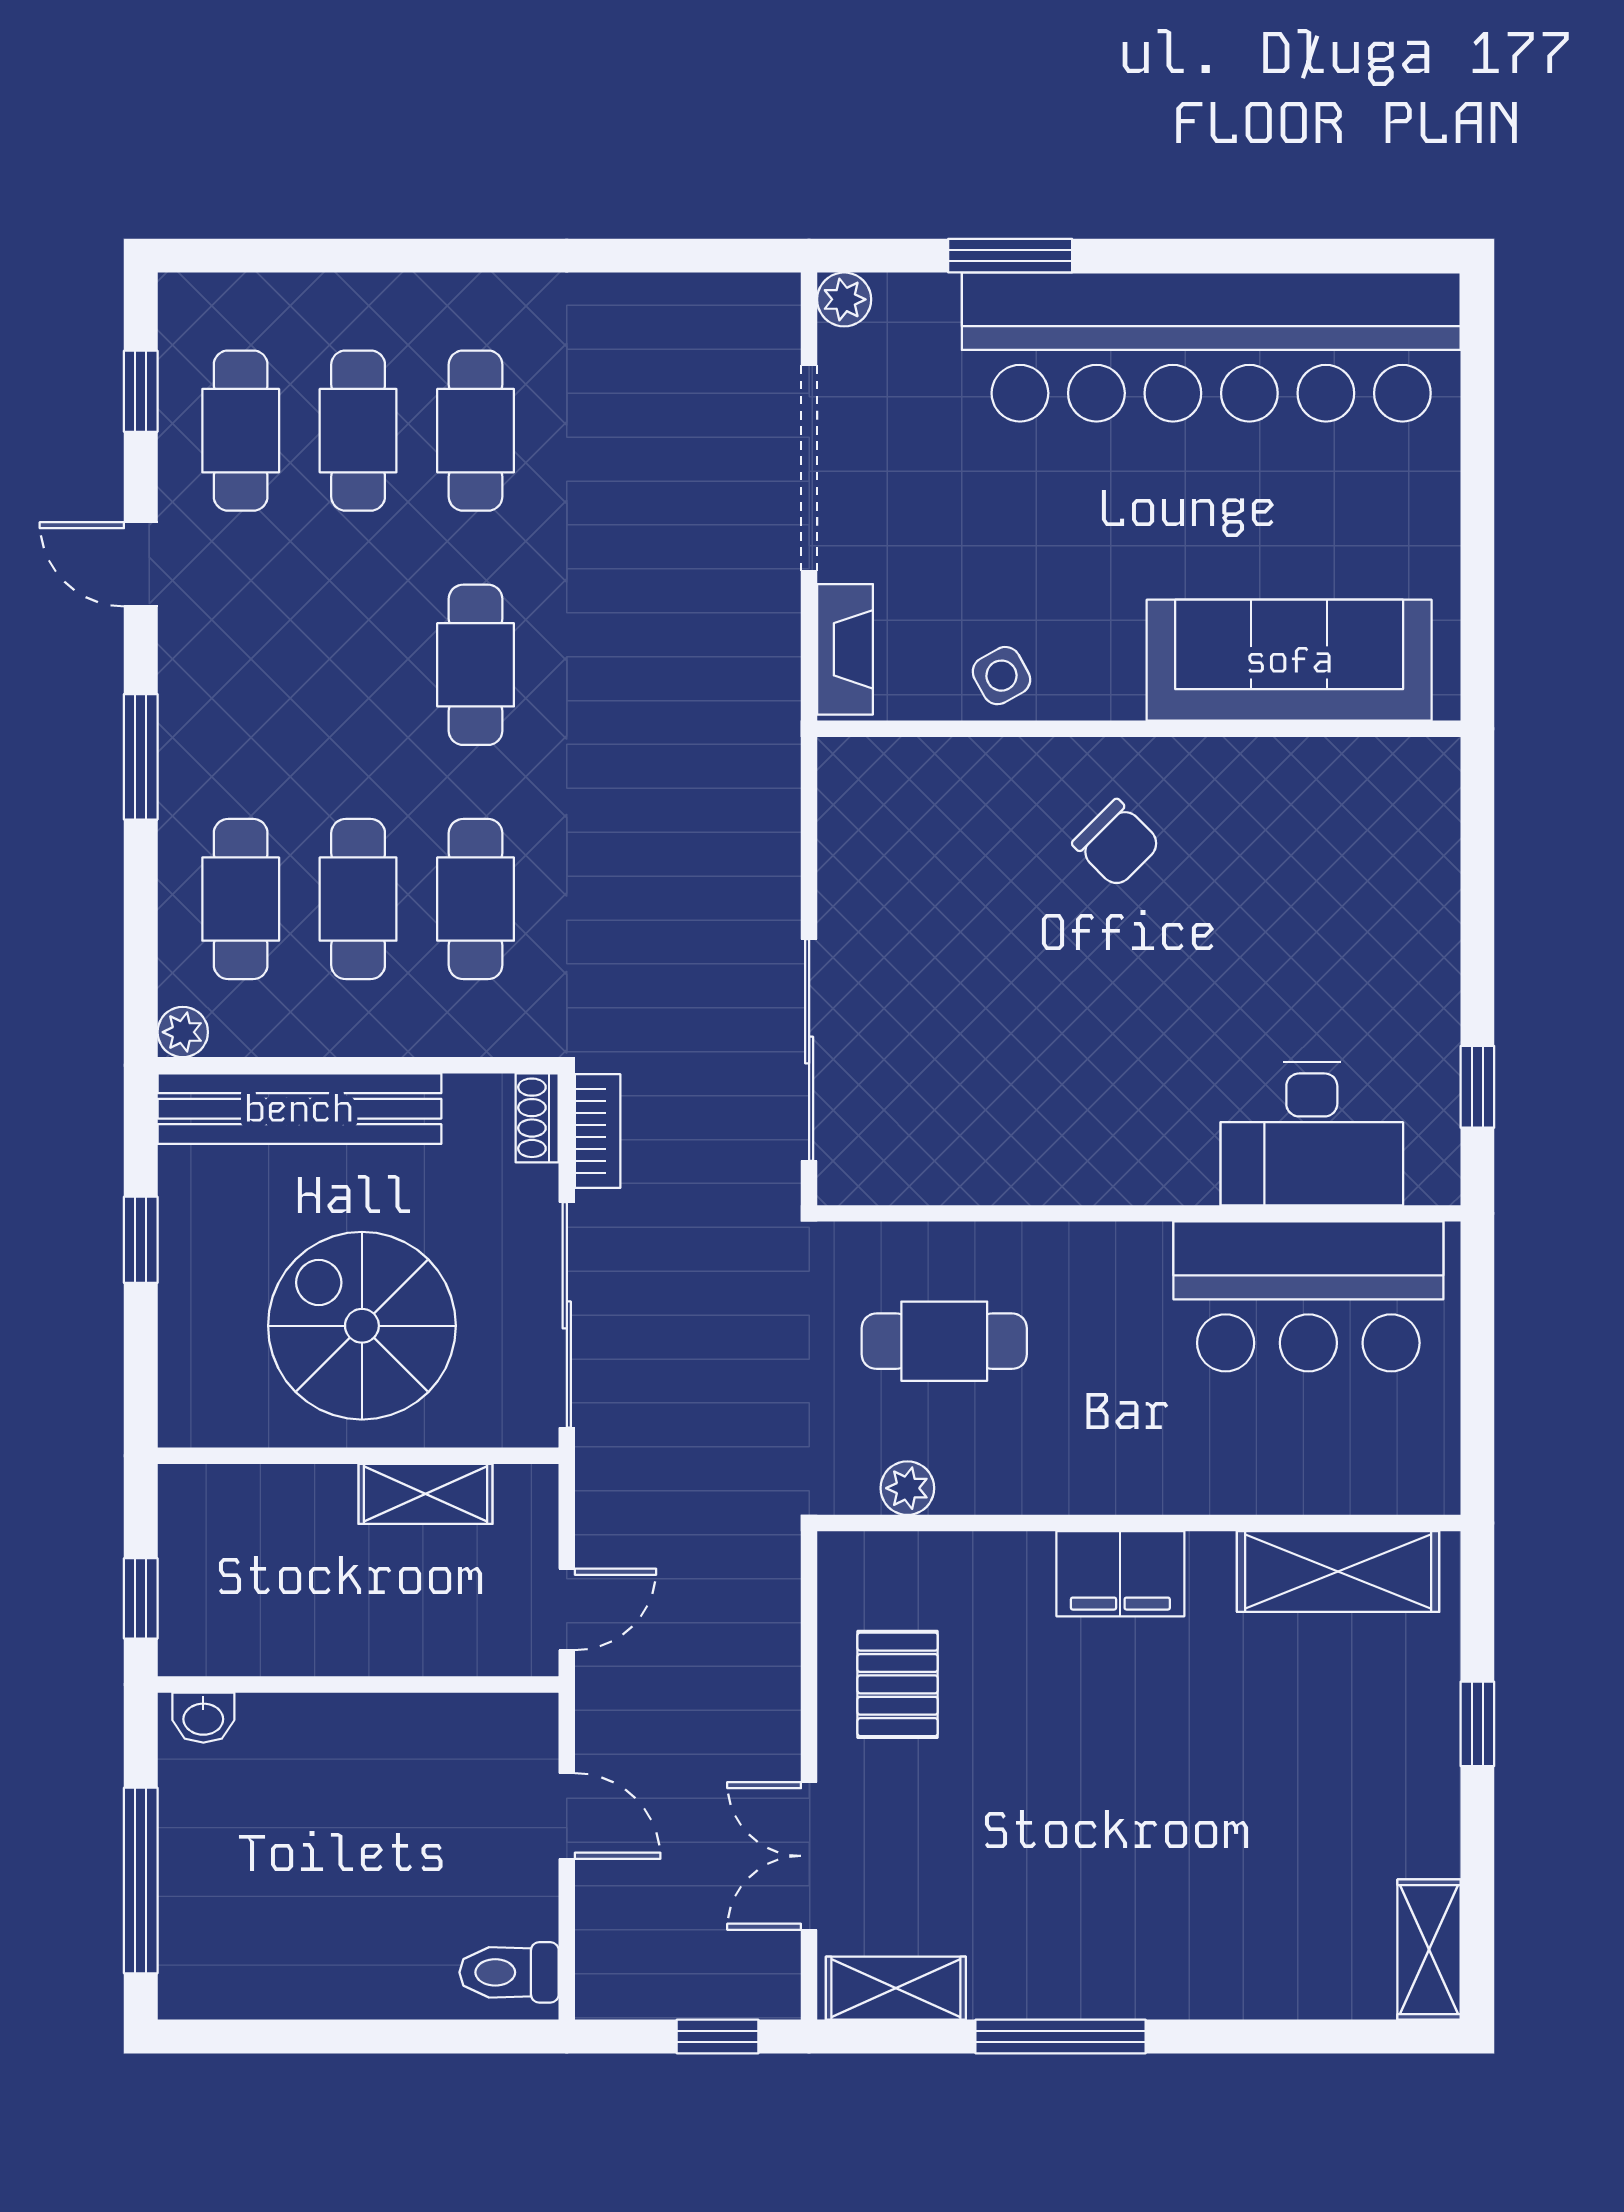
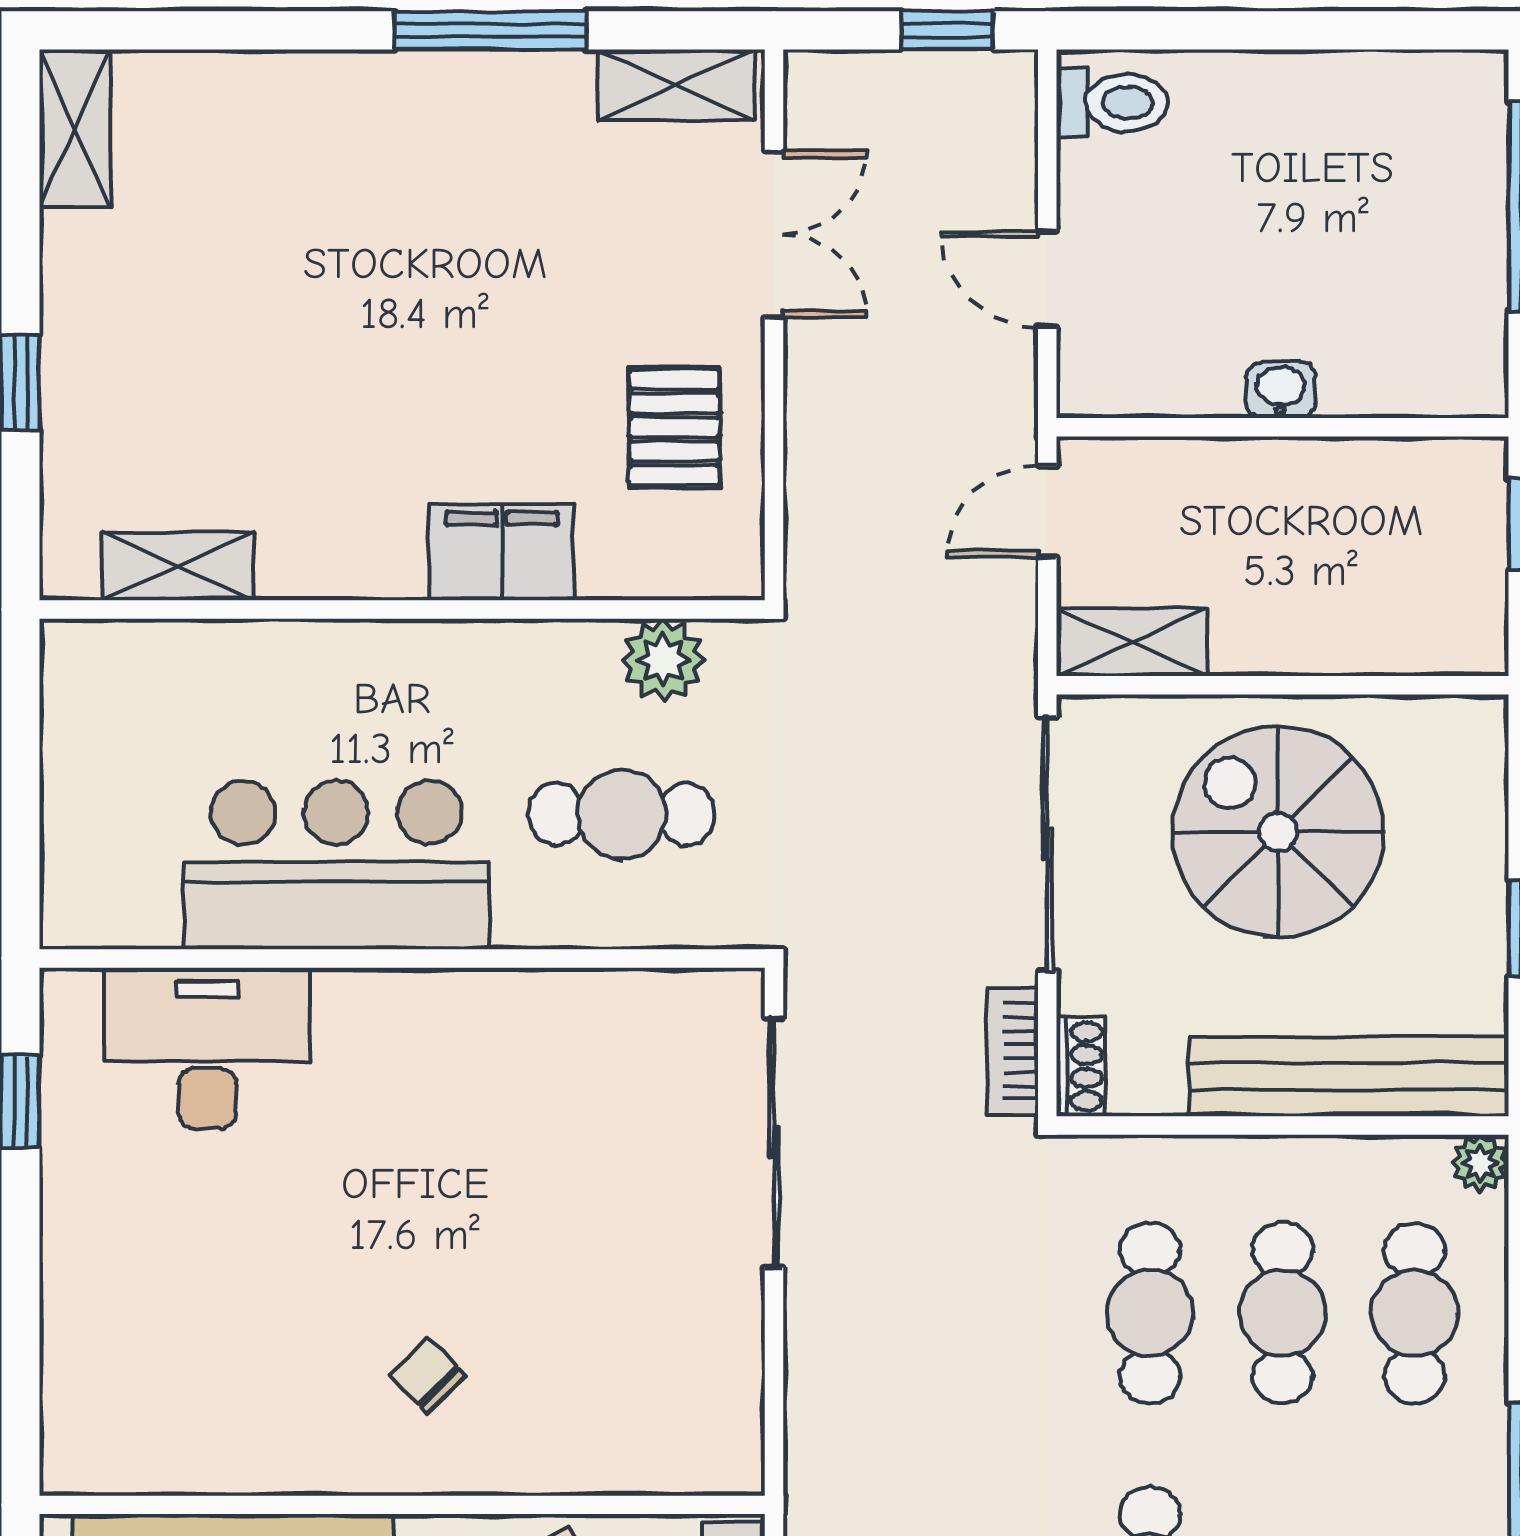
chair: (1117, 843) -> (427, 1376), width x0.73, depth x0.73
bar counter: (1308, 1296) -> (336, 865), moved
spiral stairs: (362, 1326) -> (1278, 832), turned 180
plant: (907, 1488) -> (663, 660), width x1.38, depth x1.38
shelving: (426, 1494) -> (1132, 642), moved
shelving: (1338, 1572) -> (178, 566), width x0.67, depth x0.75
filing cabinet: (1120, 1574) -> (502, 552), moved
washbasin: (203, 1718) -> (1281, 390), moved
window: (718, 2037) -> (947, 30), moved

